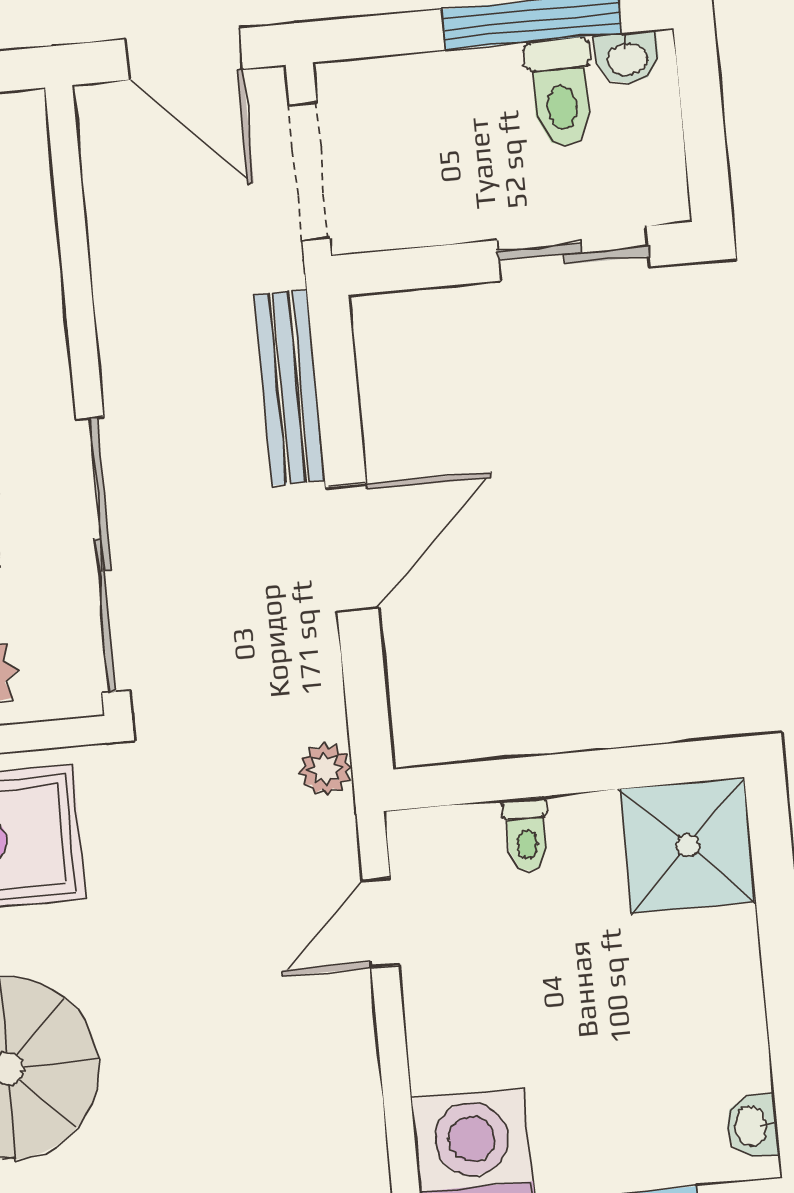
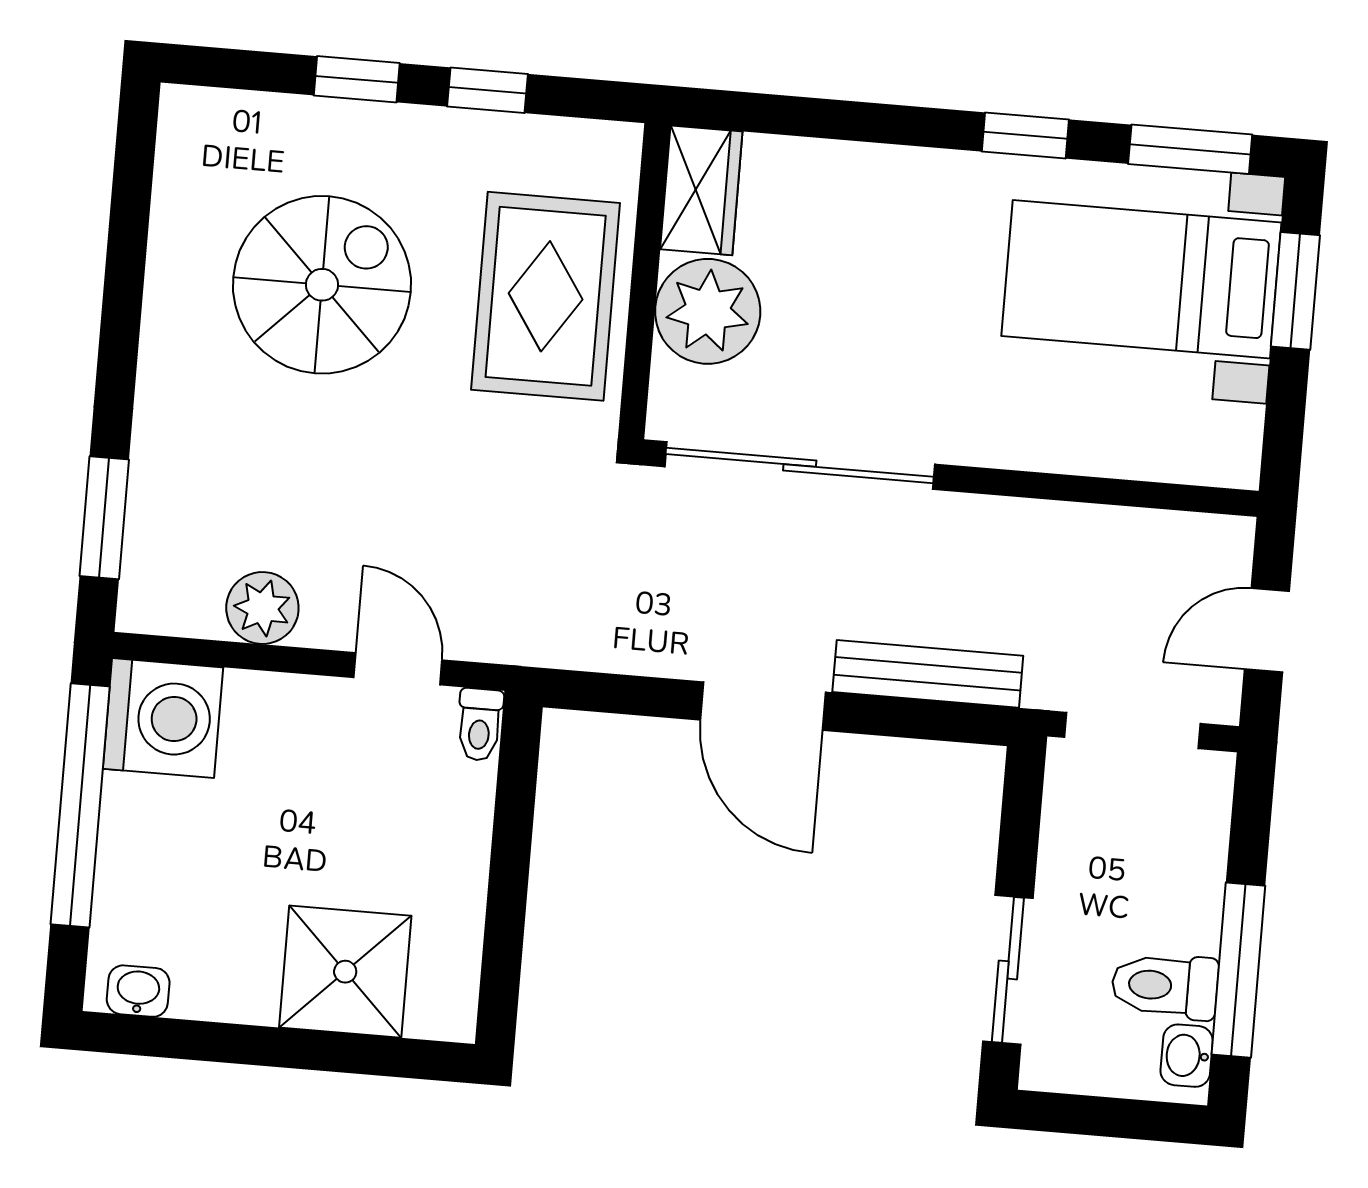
door: (184, 54) -> (1267, 630), width x0.73
plant: (325, 769) -> (262, 608), moved, width x1.38, depth x1.38
toilet: (527, 834) -> (480, 725), moved, turned -90
shower: (688, 845) -> (345, 972), moved

